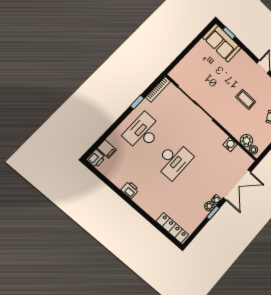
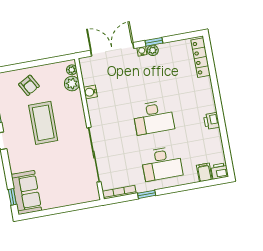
coffee table: (246, 99) -> (43, 123), width x1.86, depth x1.72
desk: (174, 160) -> (153, 118), turned 180

